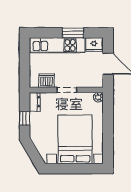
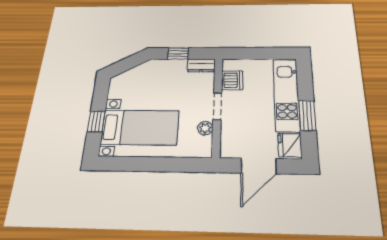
plant: (98, 97) -> (205, 128), moved
bed with nightstands: (75, 139) -> (140, 127), width x0.73
window: (79, 169) -> (96, 122), added

